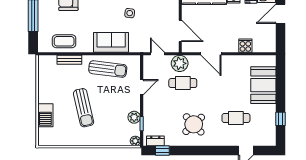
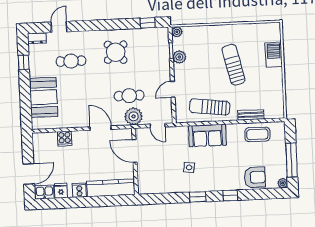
dresser: (155, 141) -> (37, 38), moved

